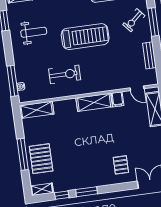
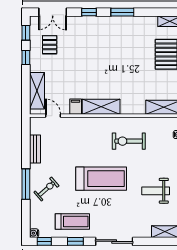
treadmill: (85, 37) -> (101, 179), turned 180
pallet: (121, 165) -> (50, 45), moved
window: (62, 195) -> (89, 12), moved

